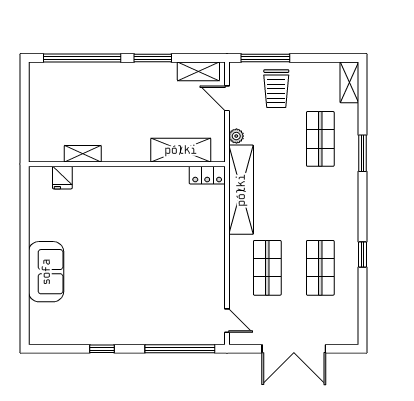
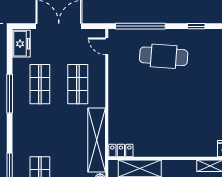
window: (363, 254) -> (10, 94), width x2.17
cafe table: (148, 307) -> (164, 56), added
freezer: (346, 324) -> (21, 44), added

